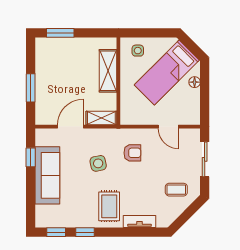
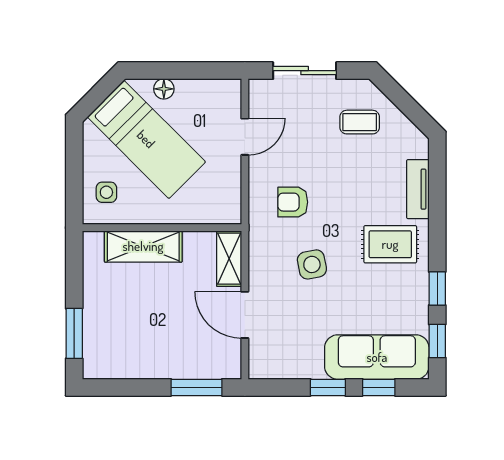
window: (31, 88) -> (196, 387), moved
armchair: (132, 153) -> (293, 202), turned -90
window: (31, 157) -> (328, 387), moved
sofa: (47, 175) -> (377, 357), moved
coffee table: (176, 190) -> (360, 122), turned 90
window: (31, 200) -> (379, 387), added

